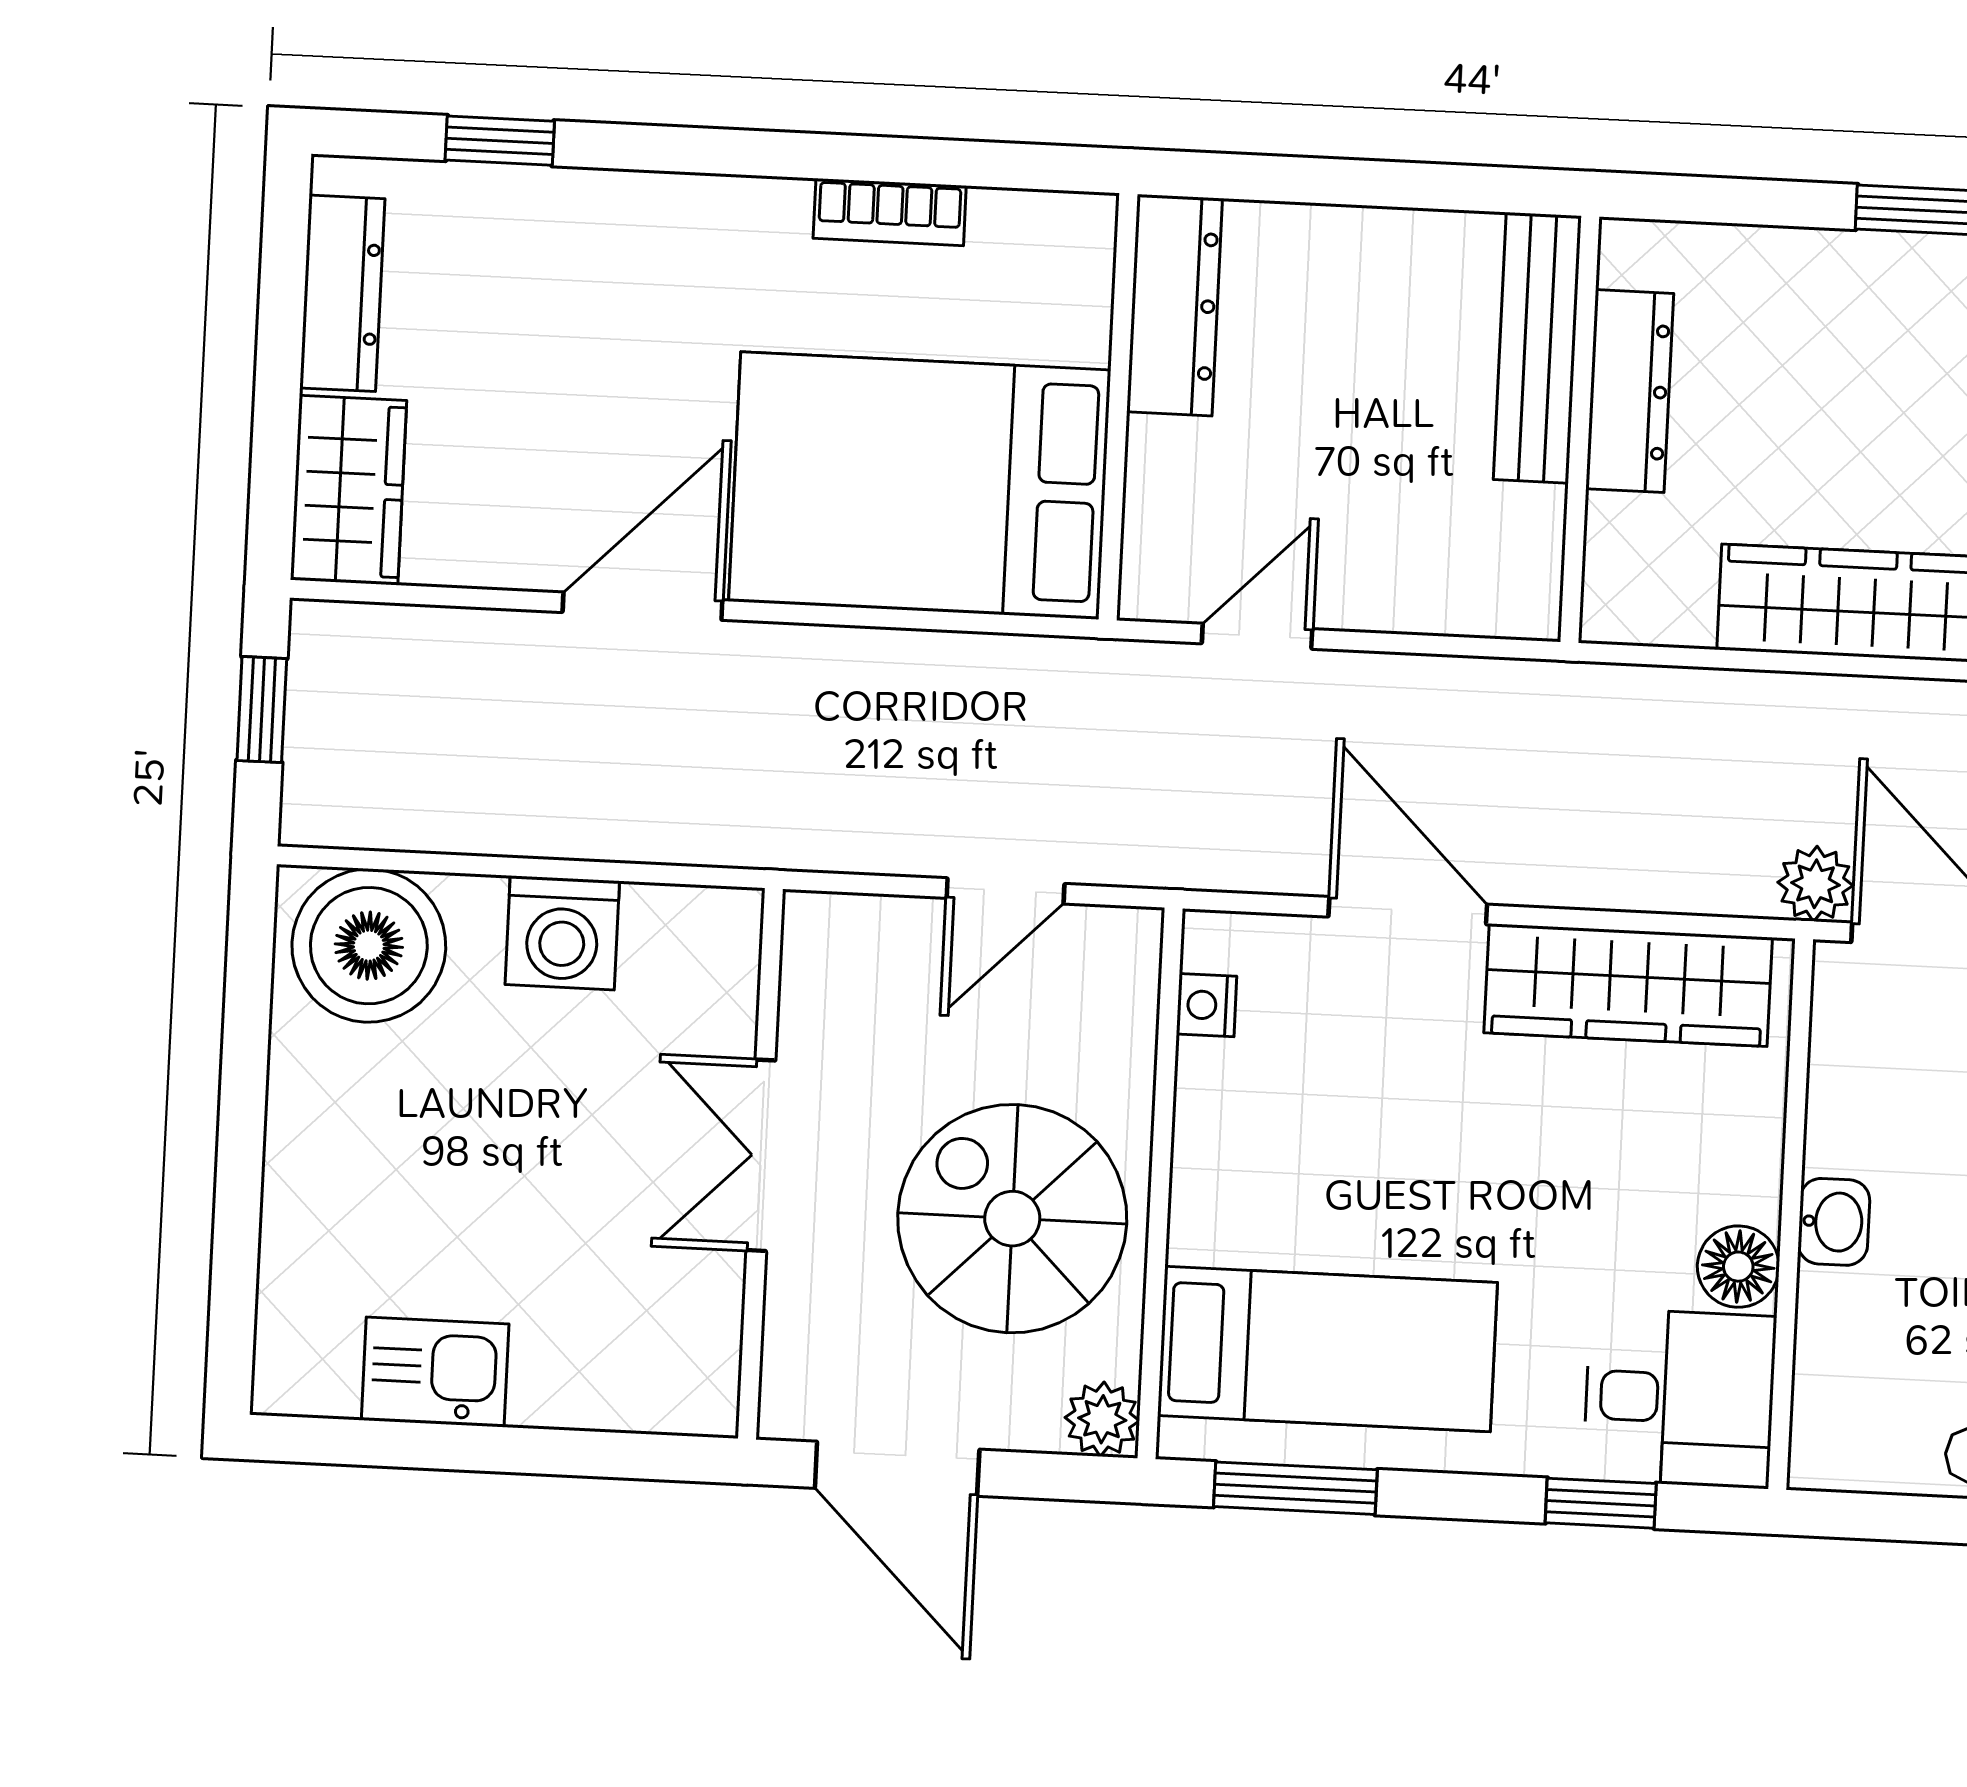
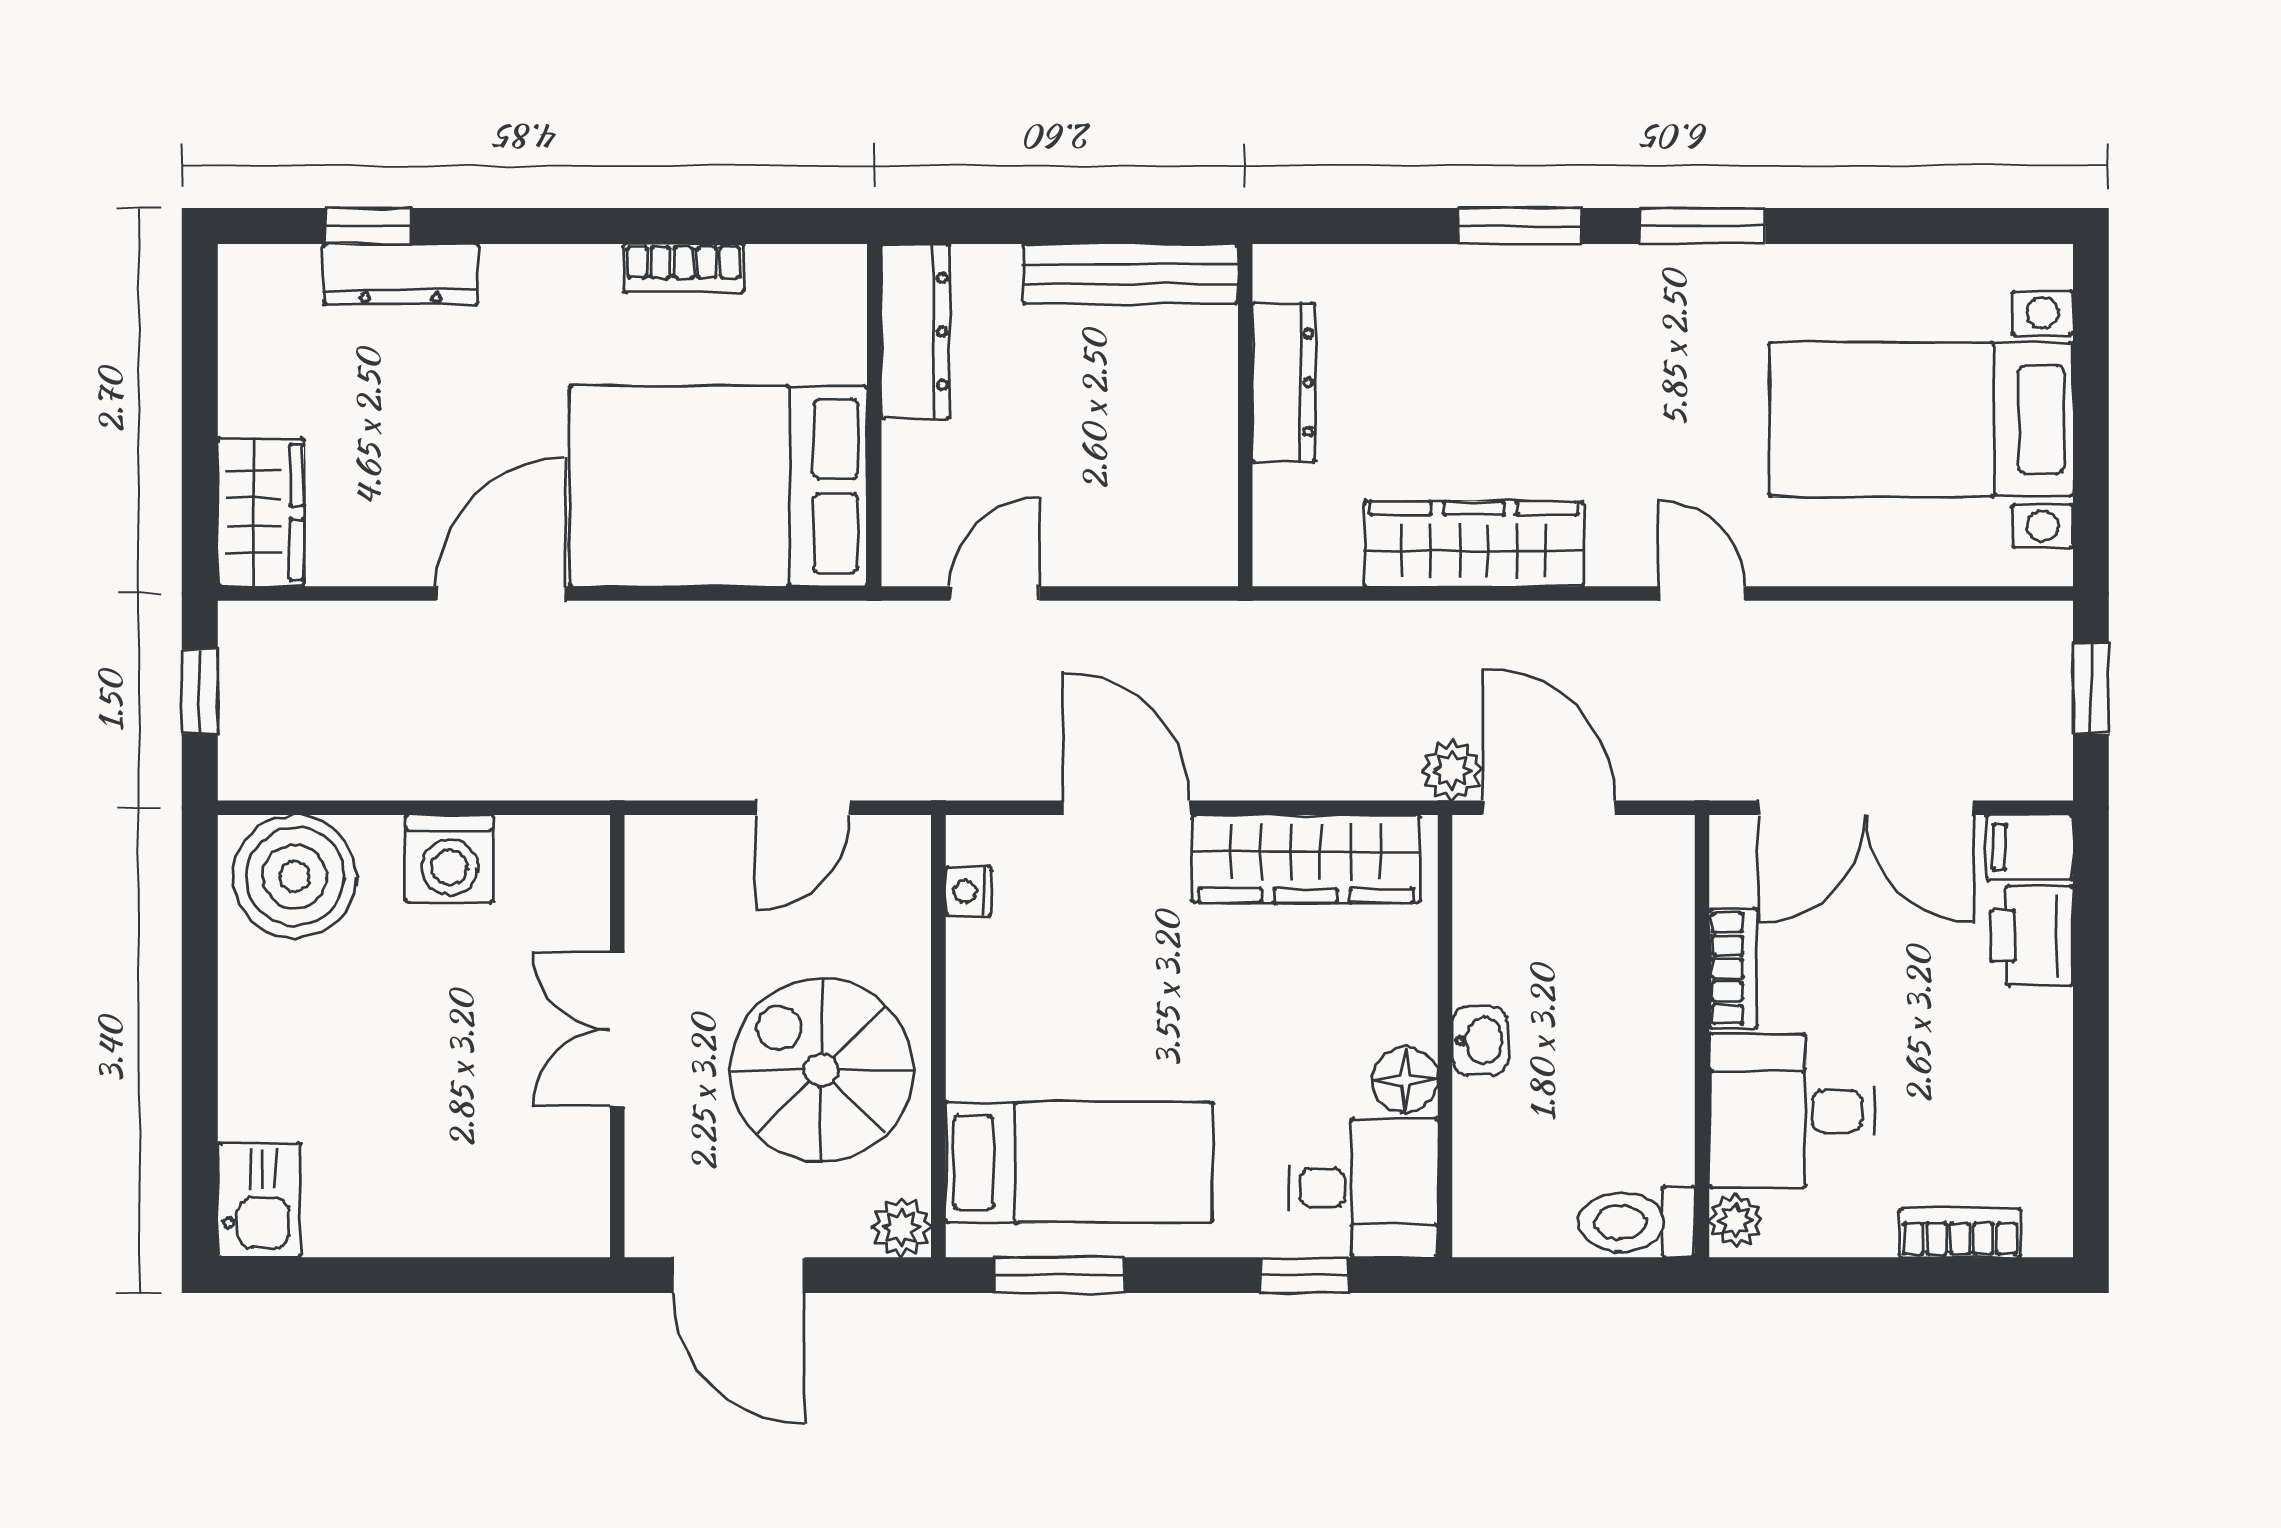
dresser: (342, 293) -> (401, 274), moved, turned 90
bench: (1537, 348) -> (1131, 274), moved, turned 90
kitchen sink: (435, 1372) -> (259, 1200), moved, turned 90

